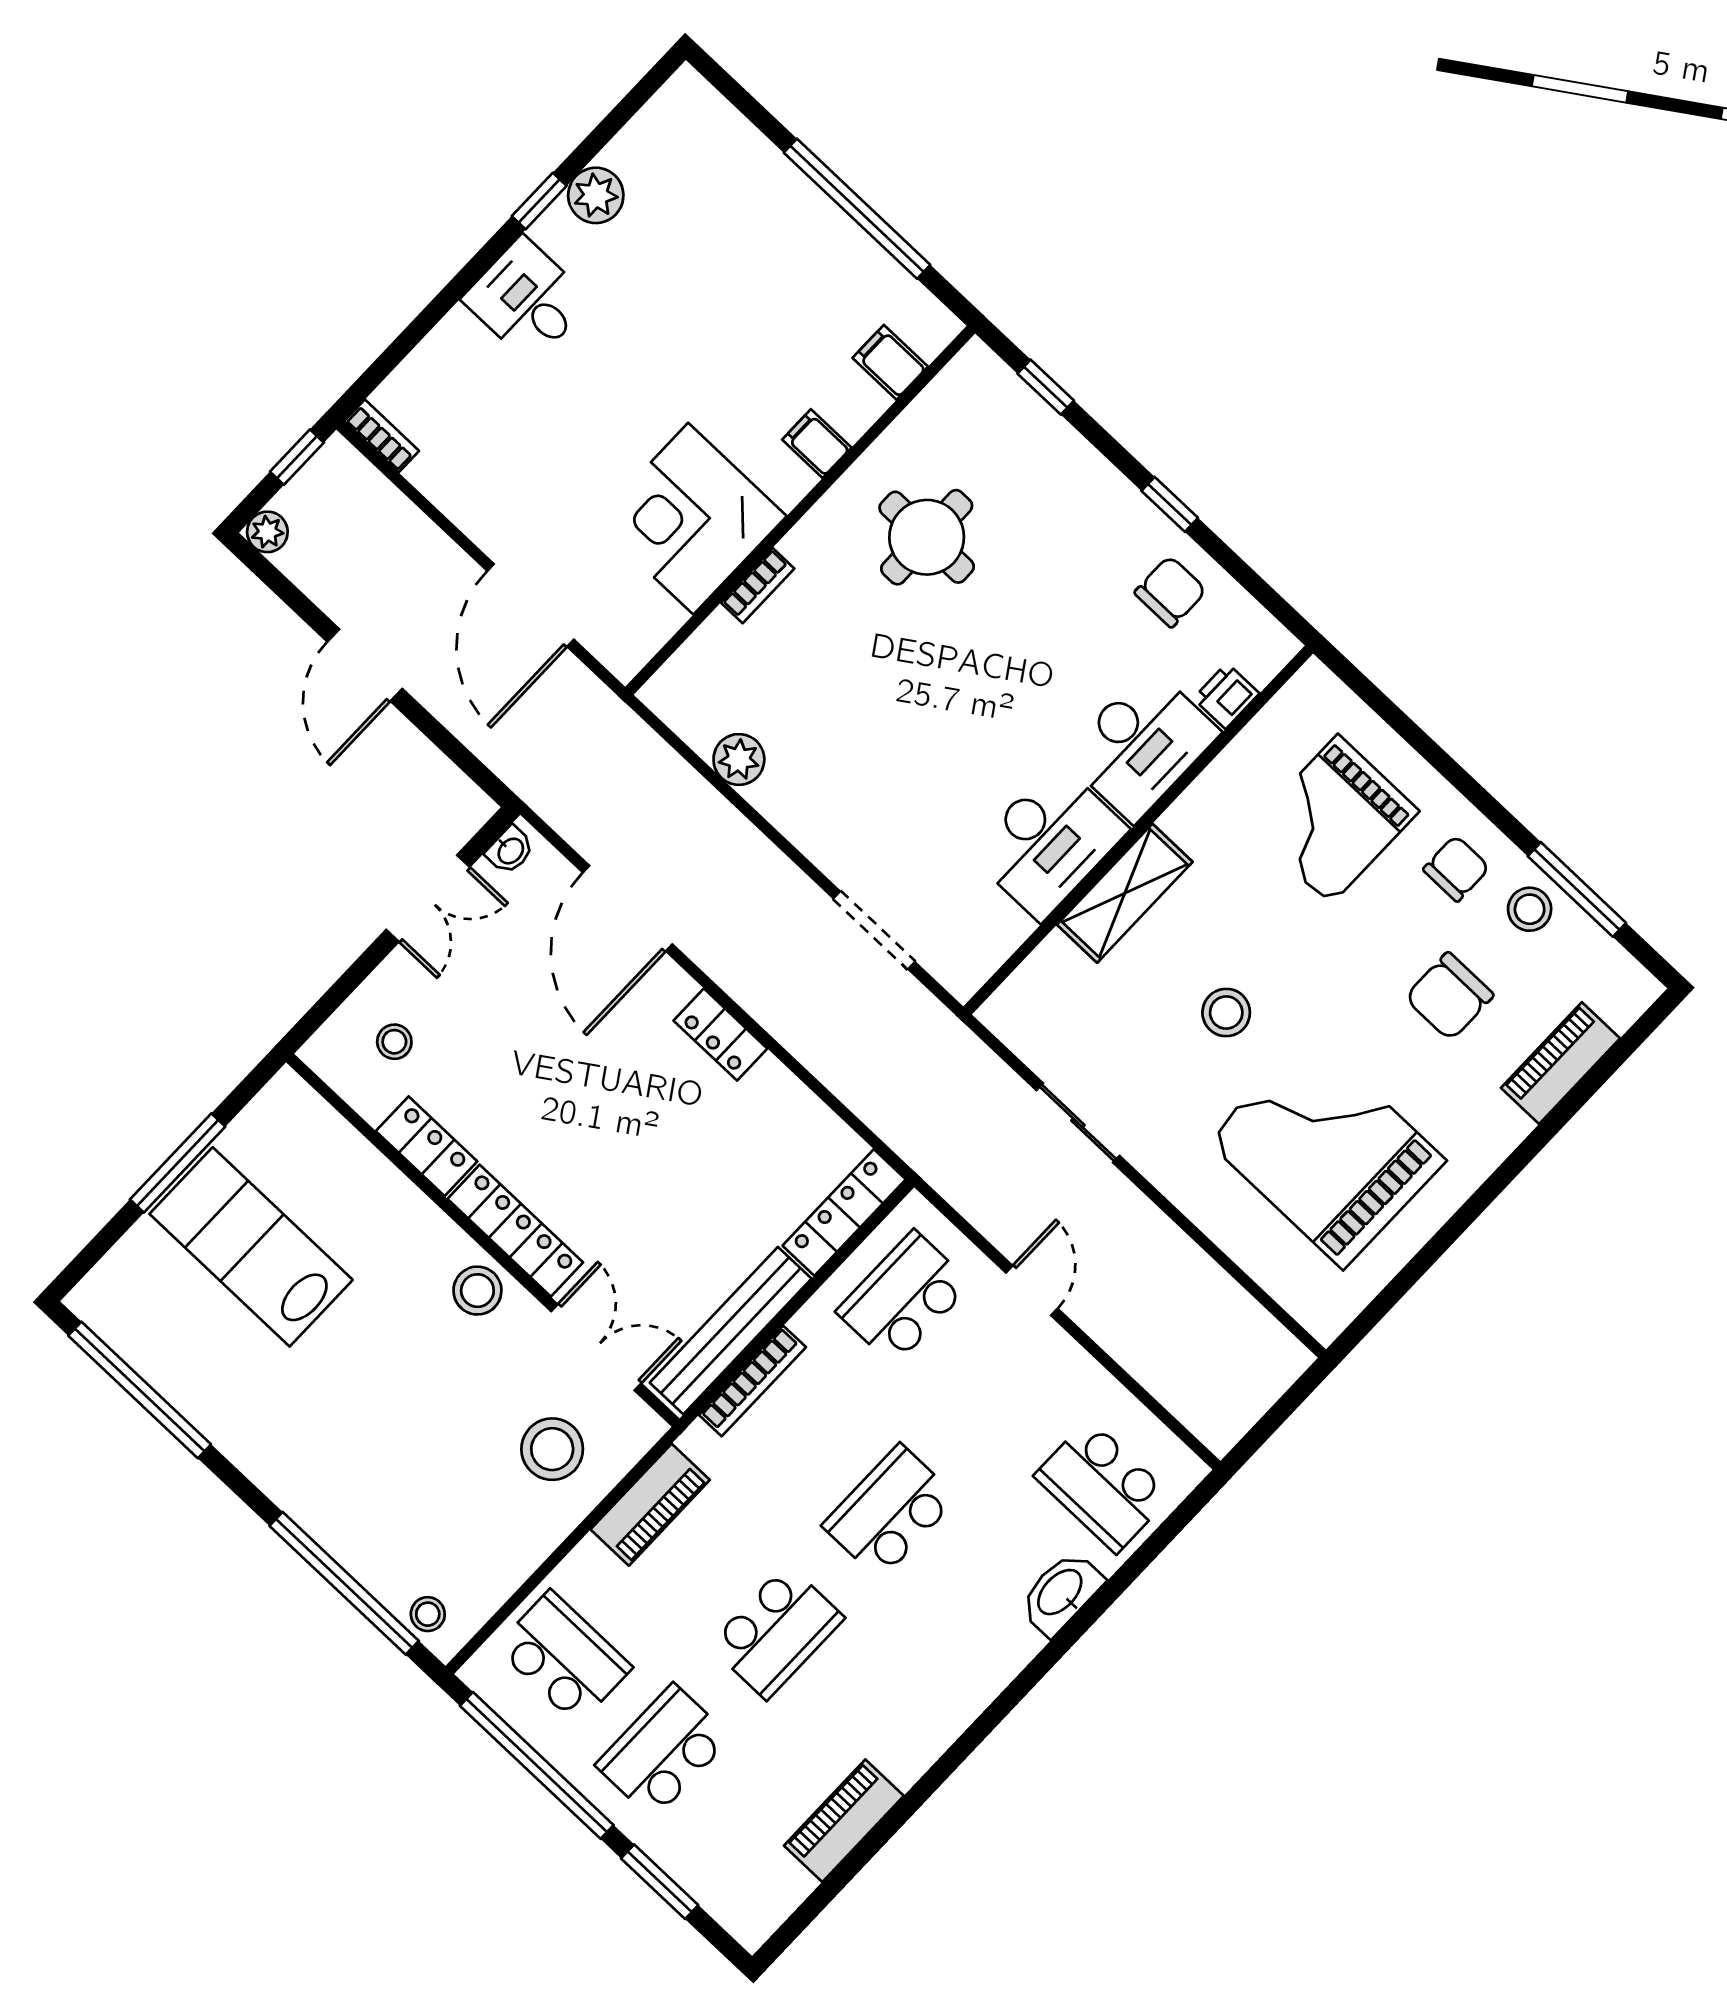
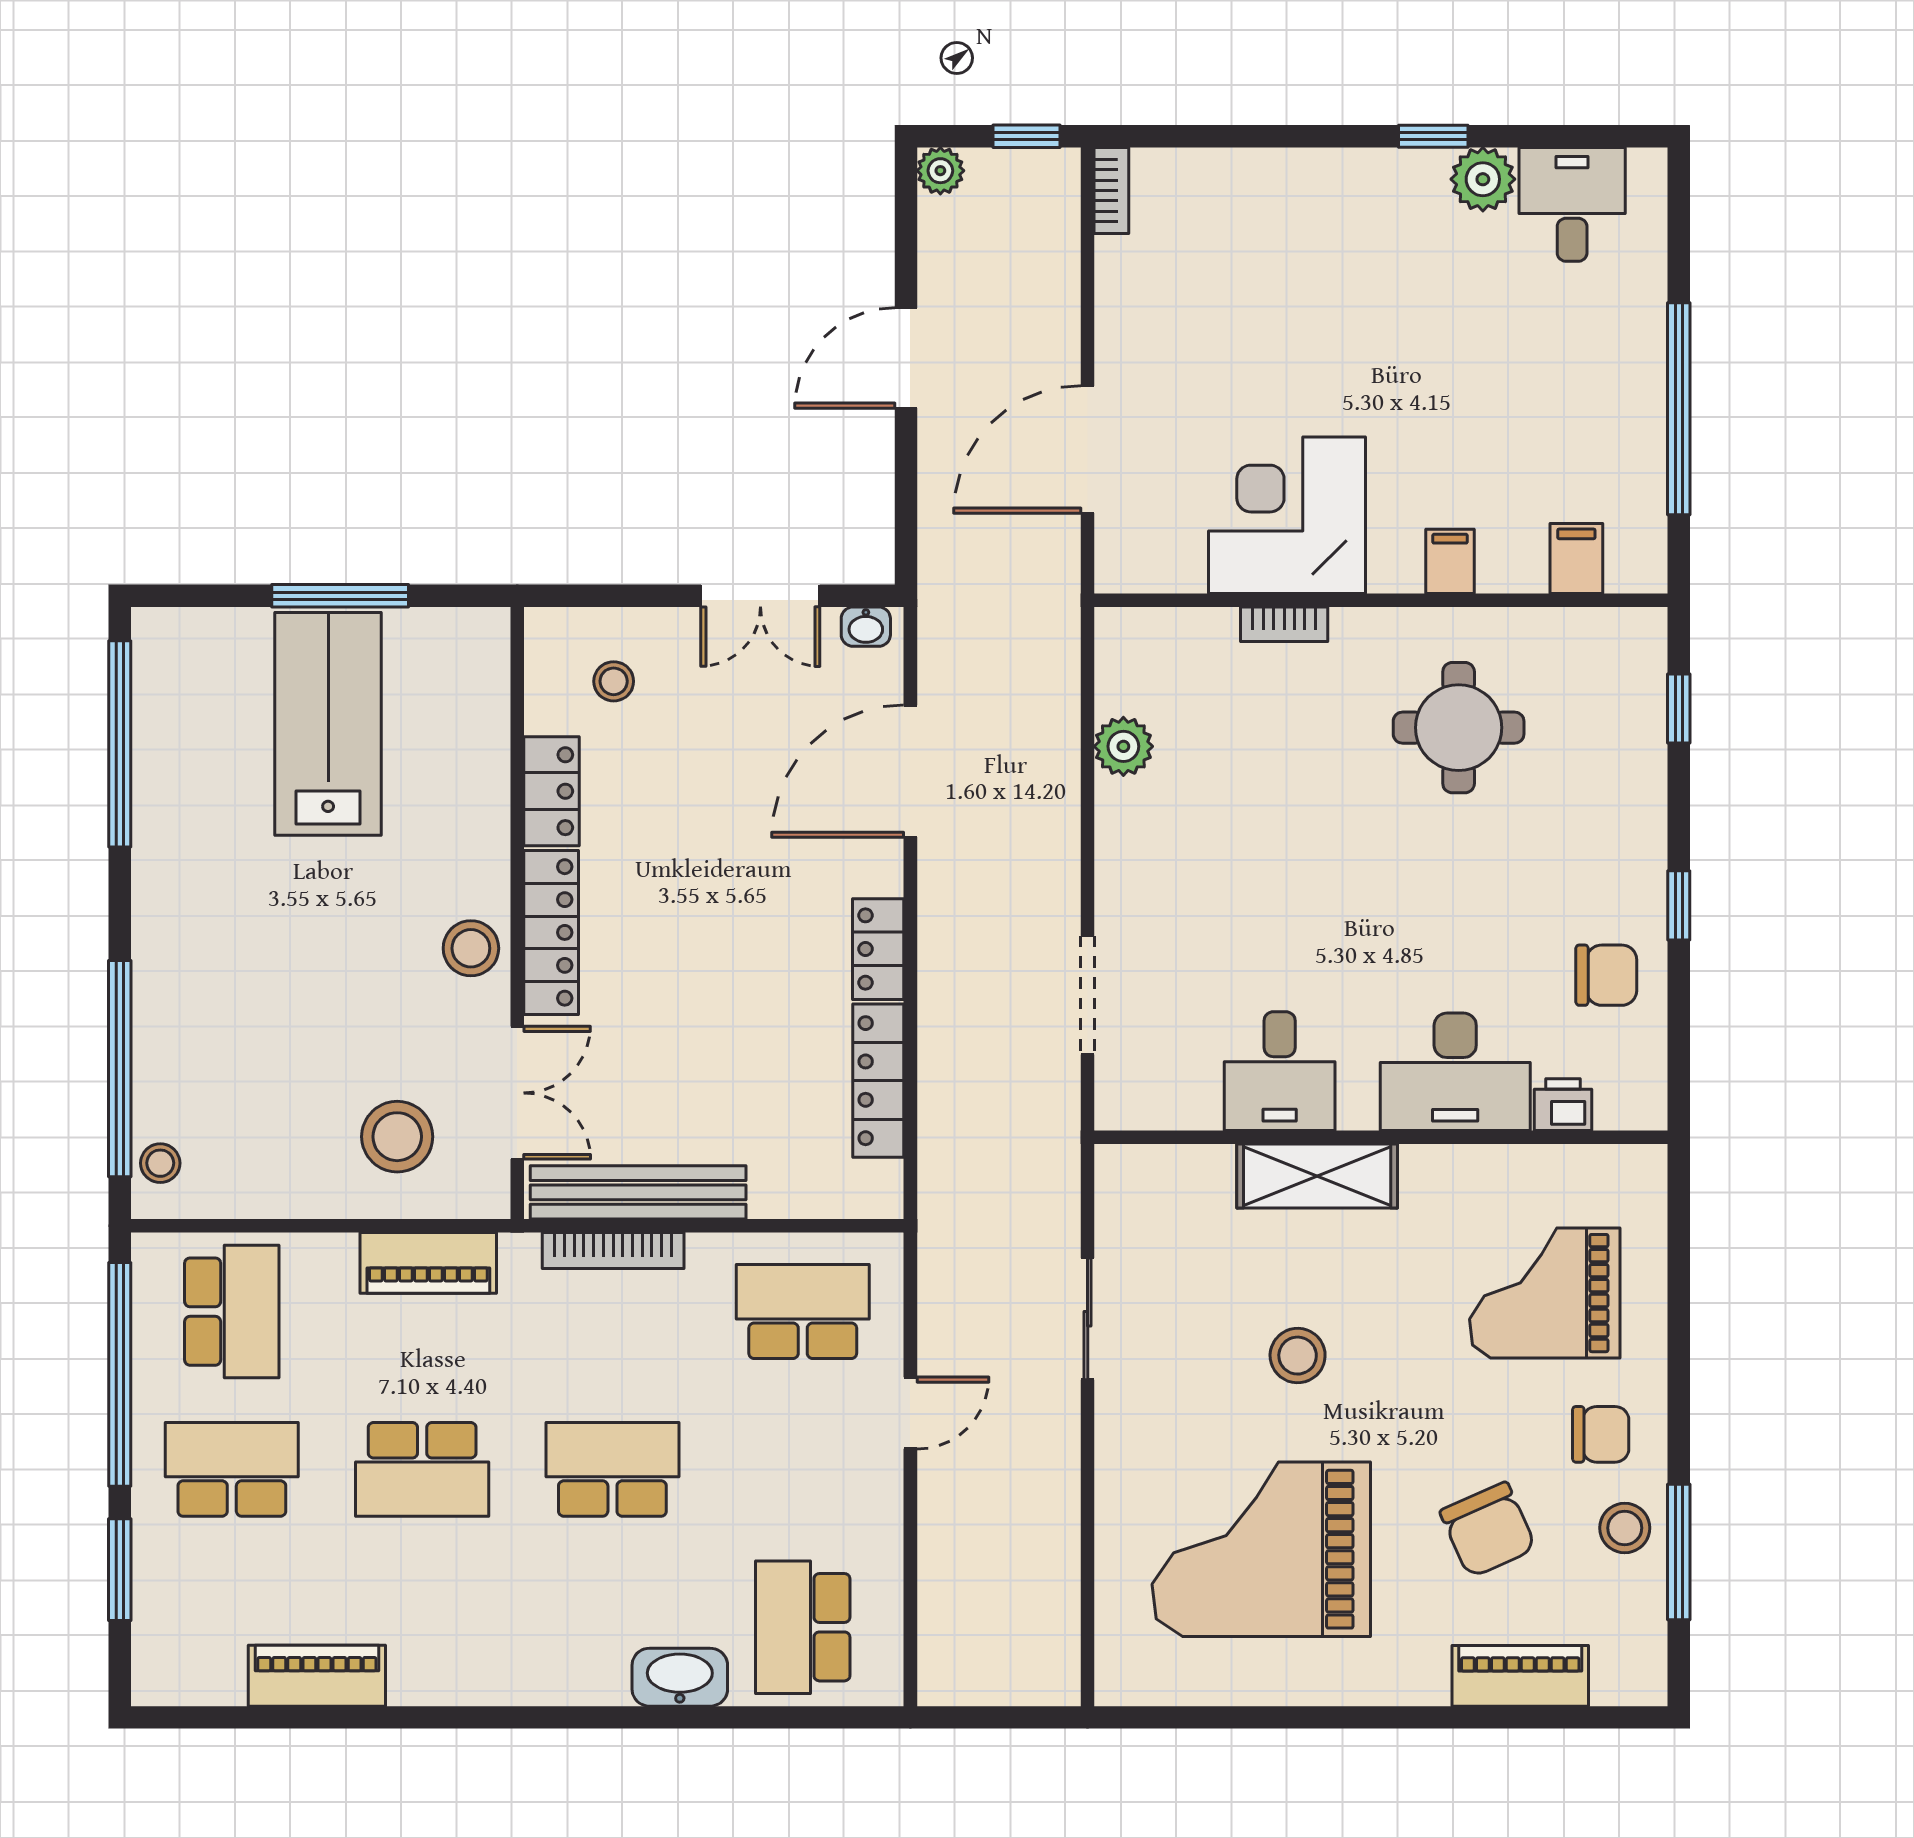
desk: (527, 300) -> (1572, 204), moved
desk: (1049, 841) -> (1280, 1071), width x0.73
chair: (1449, 996) -> (1488, 1530), turned -114
grand piano: (1326, 1151) -> (1261, 1549), turned -90
locker: (844, 1212) -> (878, 1081), moved, turned -90

